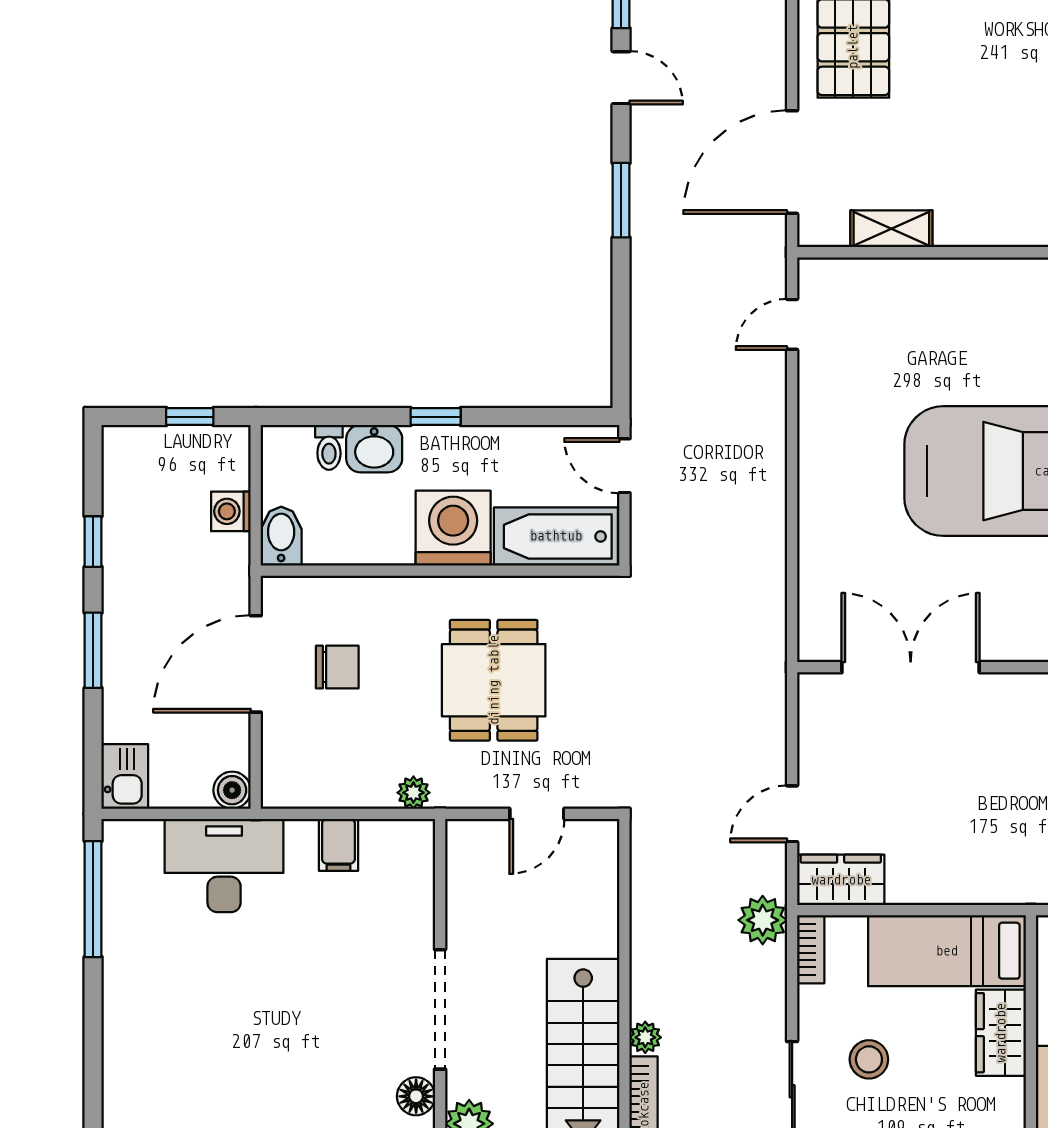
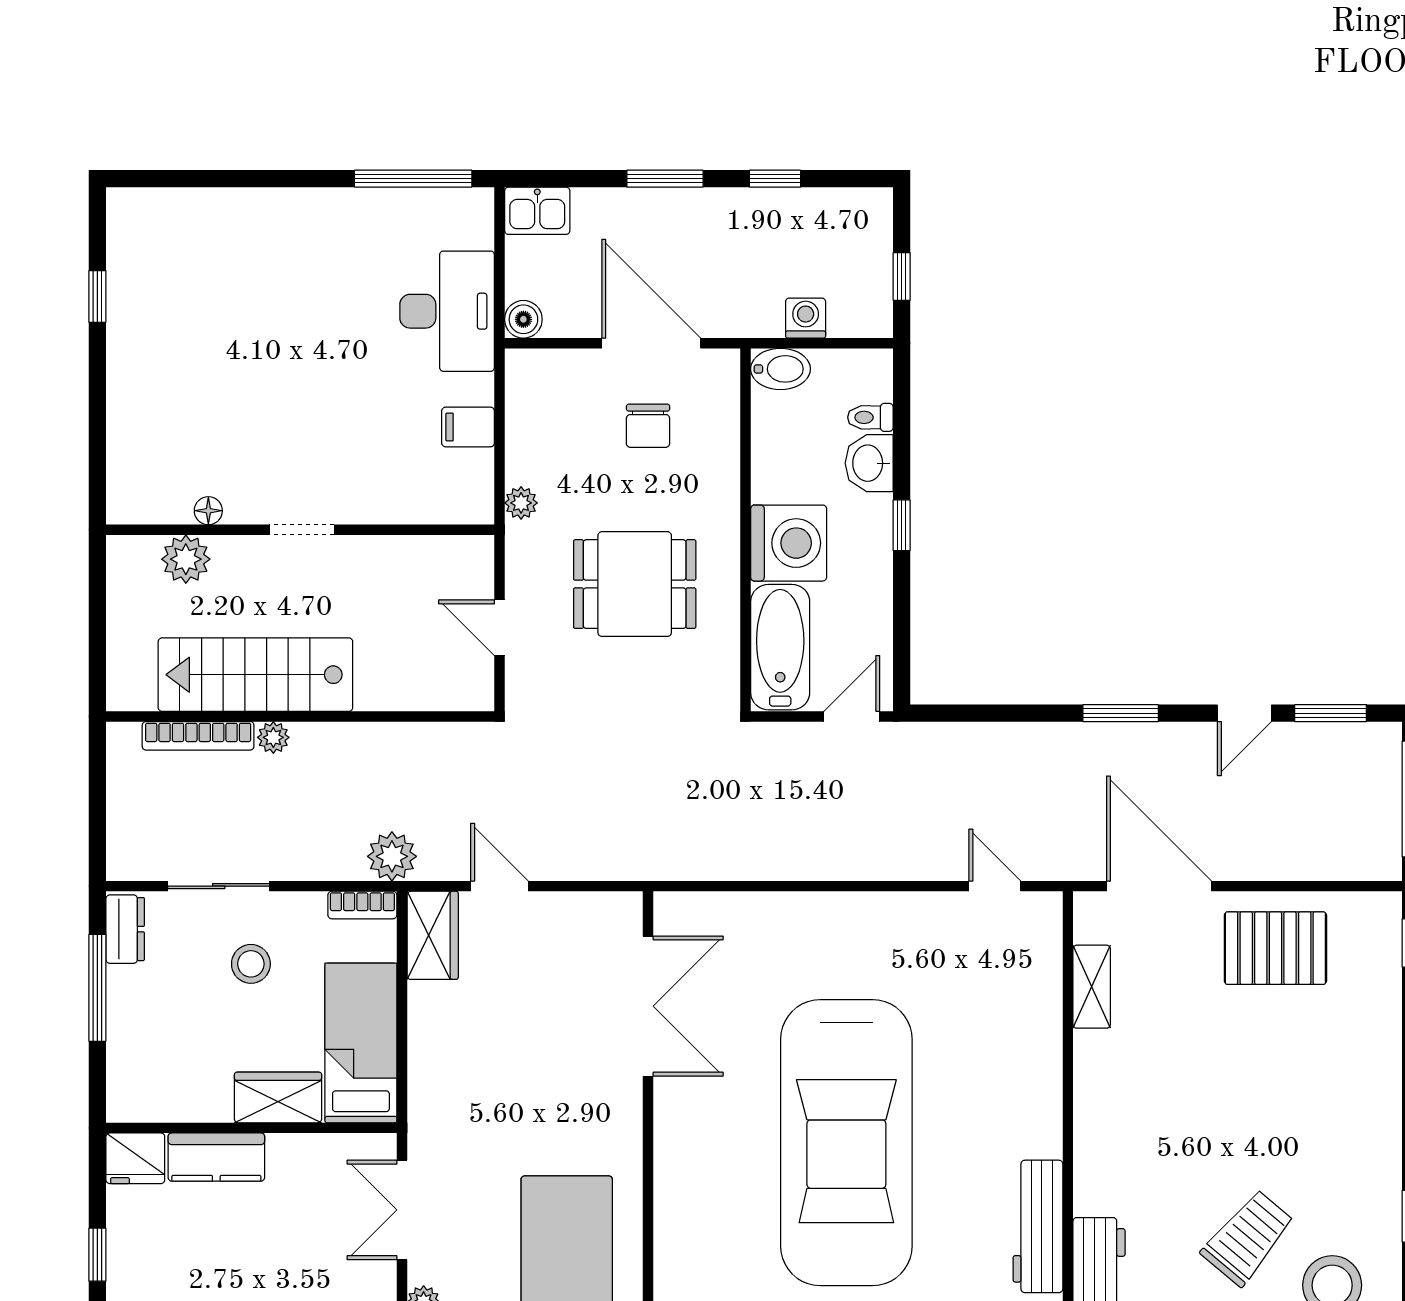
doorway: (440, 1009) -> (302, 530), width x0.53
floor lamp: (416, 1096) -> (208, 511), width x0.73, depth x0.73

